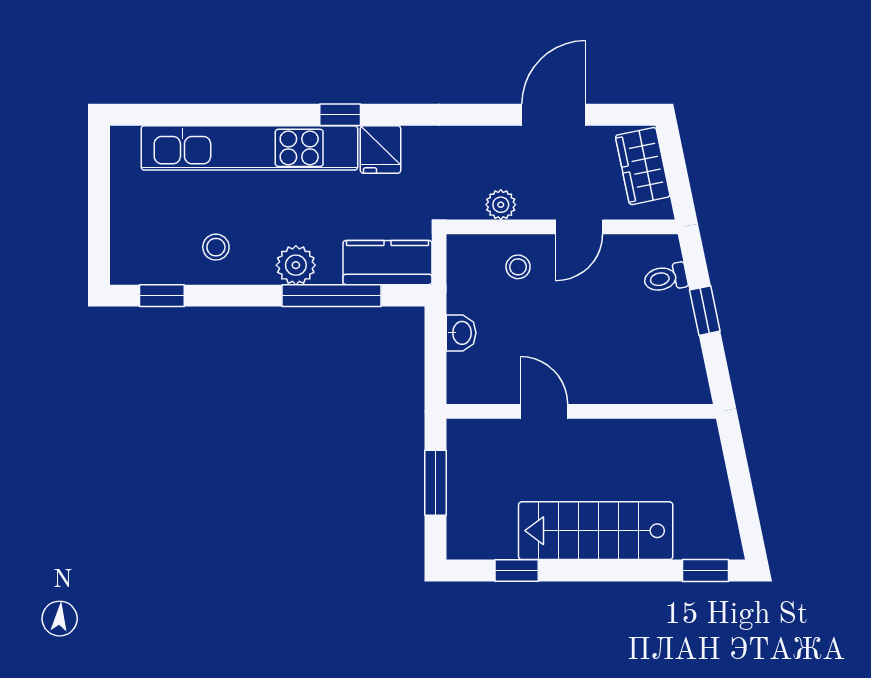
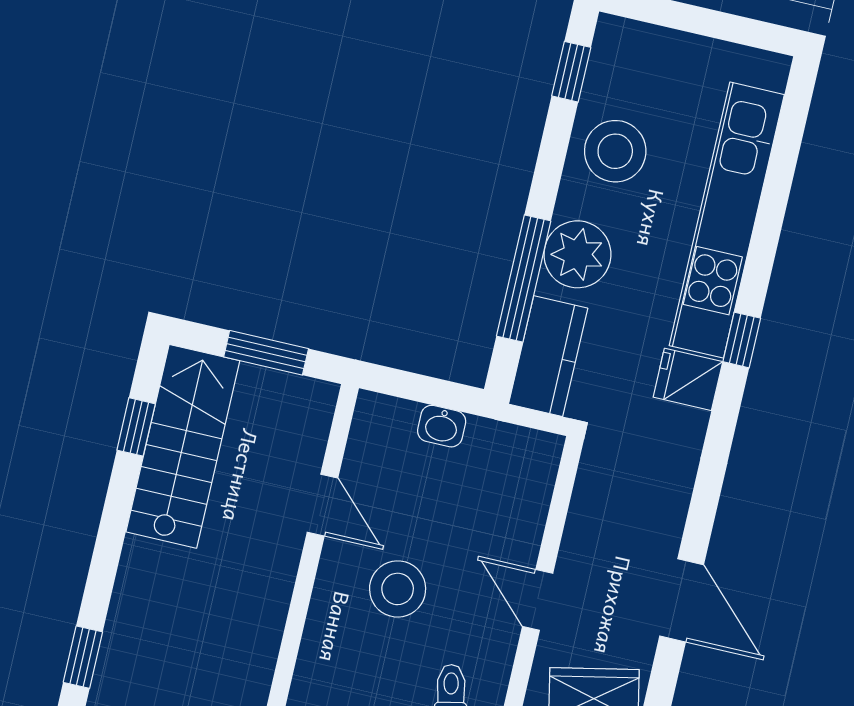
plant: (501, 205) -> (587, 511), removed
stool: (216, 247) -> (615, 151), width x1.89, depth x1.89
plant: (296, 265) -> (577, 254), width x1.36, depth x1.36
stool: (518, 267) -> (398, 589), moved, width x1.89, depth x1.89
door: (544, 411) -> (323, 505), hinge flipped
stairs: (596, 531) -> (183, 446), moved

